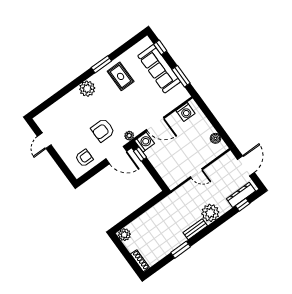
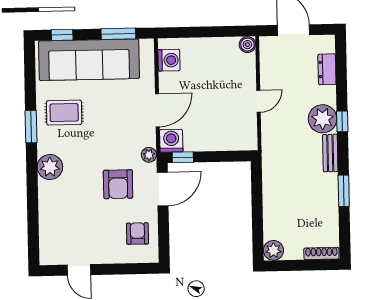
sofa: (159, 69) -> (89, 60), width x1.36, depth x1.27
boiler: (215, 138) -> (247, 45), moved
dresser: (241, 195) -> (327, 69), width x0.70
window: (243, 205) -> (342, 121), moved

